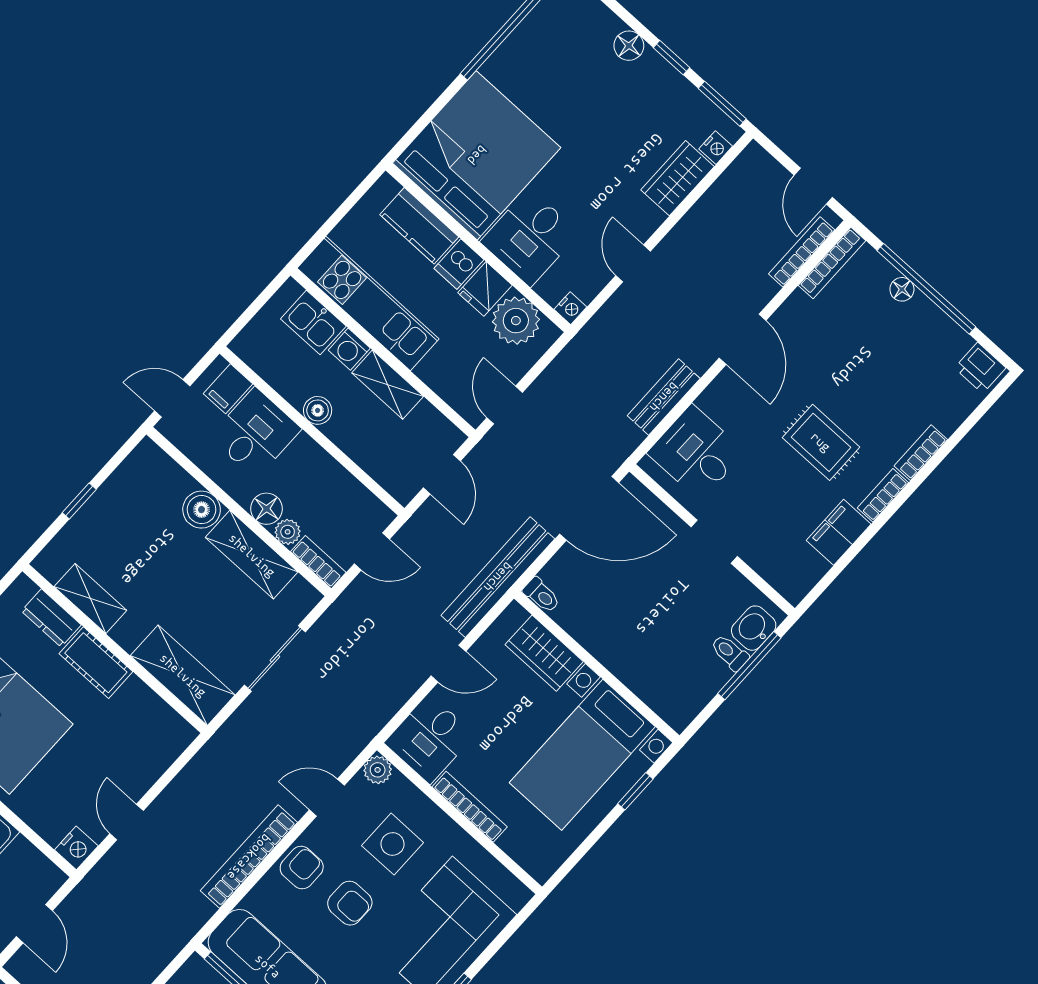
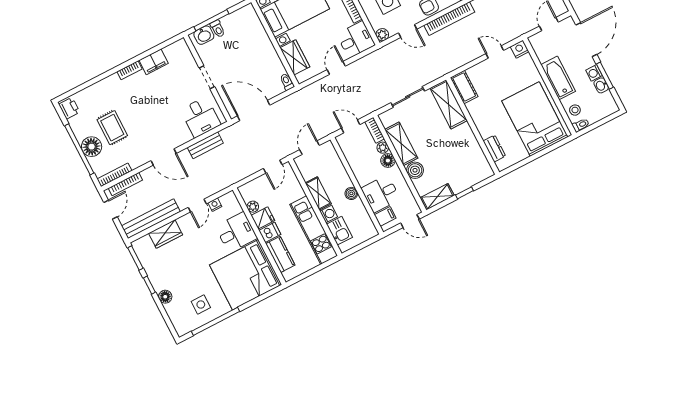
side table: (548, 57) -> (201, 305), added
nightstand: (716, 148) -> (145, 241), removed
floor lamp: (902, 289) -> (92, 147), width x1.89, depth x1.89
nightstand: (570, 308) -> (215, 205), moved
plant: (516, 321) -> (253, 207), width x0.53, depth x0.53
door: (743, 339) -> (164, 157), swing flipped
rug: (821, 442) -> (112, 128), moved
bookcase: (921, 453) -> (107, 82), removed
bench: (498, 577) -> (151, 219), moved
shelving: (90, 598) -> (437, 197), moved, turned 90
cot: (96, 663) -> (464, 87), moved
door: (448, 664) -> (336, 68), hinge flipped
door: (127, 822) -> (495, 52), swing flipped

